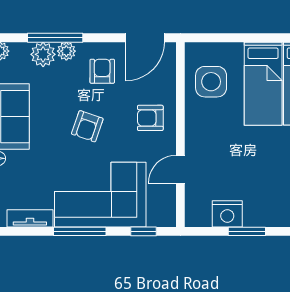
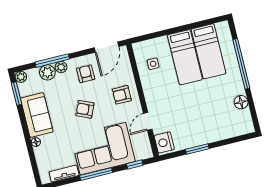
side table: (211, 82) -> (153, 64), width x0.54, depth x0.54
armchair: (87, 126) -> (85, 109), turned 95
nightstand: (227, 214) -> (164, 142), moved, turned 90

